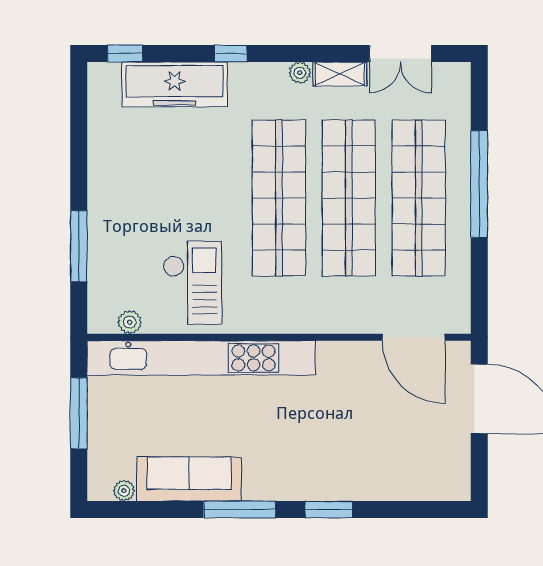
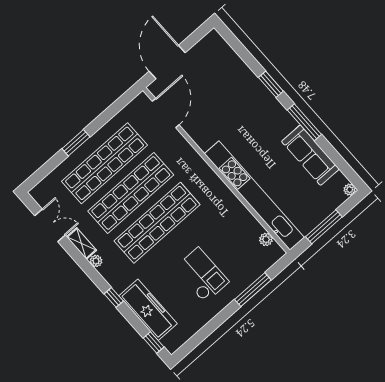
window: (479, 184) -> (76, 143), width x0.47
checkout: (192, 283) -> (202, 275), moved, turned 90
plant: (124, 491) -> (350, 190), moved

